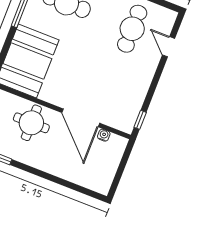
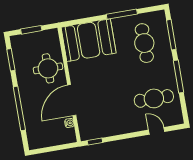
door: (169, 47) -> (157, 131), hinge flipped
window: (56, 179) -> (19, 108), added

